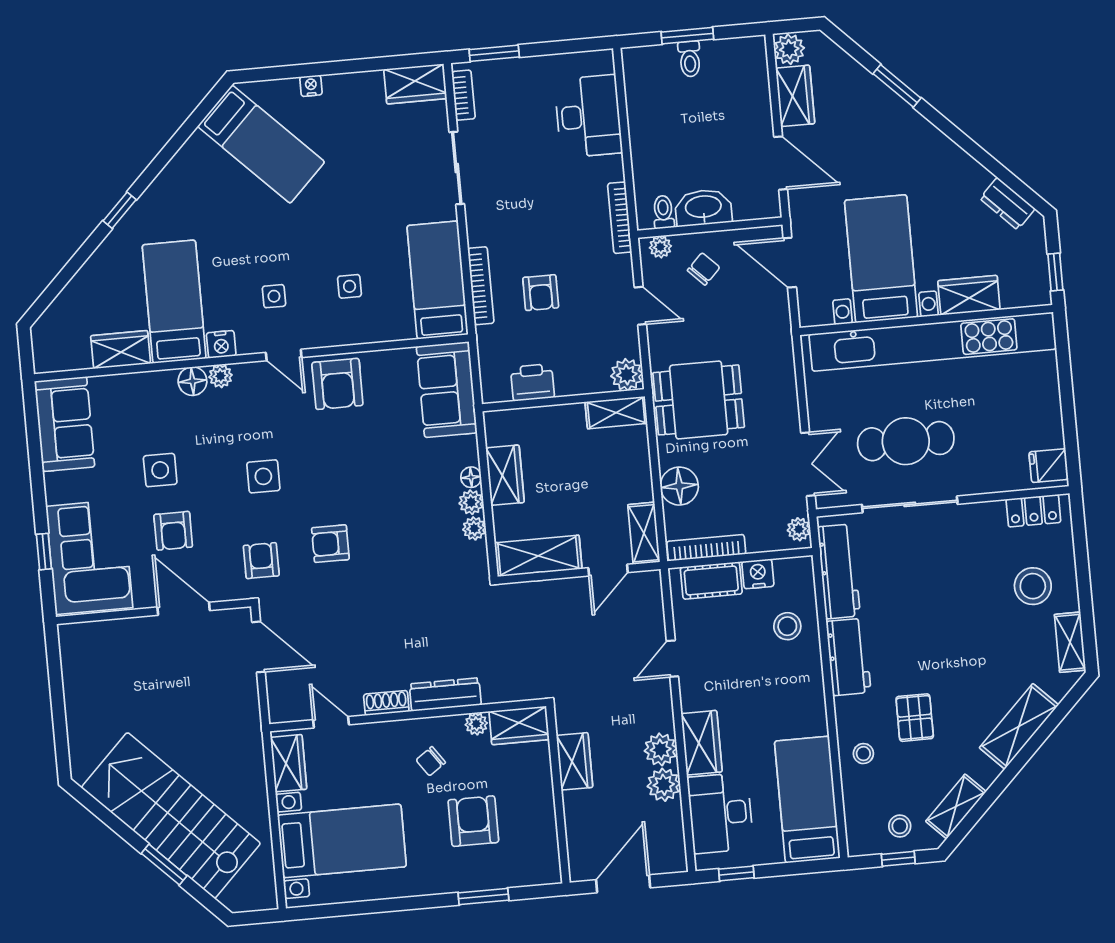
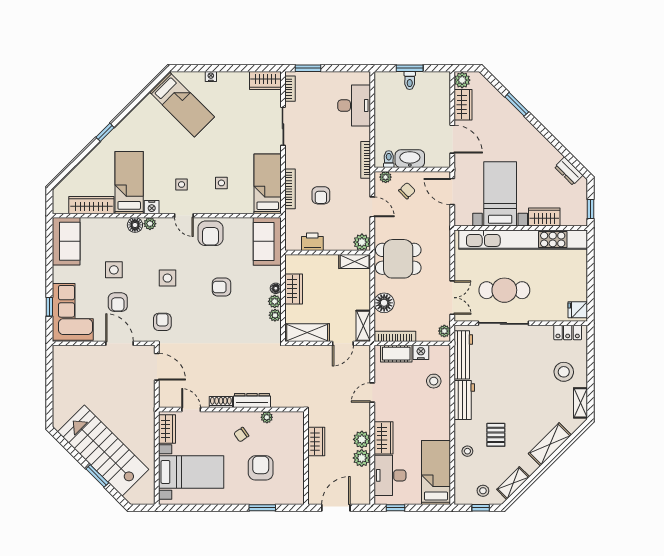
wardrobe: (121, 350) -> (91, 205), width x1.50
armchair: (330, 544) -> (222, 287), moved
wardrobe: (519, 725) -> (289, 420), removed

